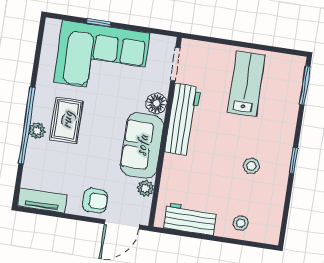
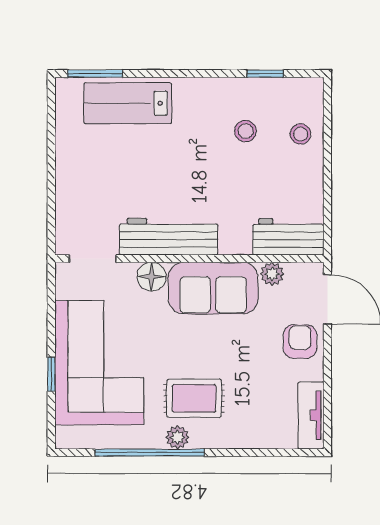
lab bench: (246, 84) -> (128, 103), moved
window: (27, 126) -> (150, 453), moved
plant: (37, 131) -> (178, 437), moved
window: (294, 160) -> (265, 74), moved
stool: (251, 166) -> (246, 131), moved
workbench: (190, 219) -> (288, 237), moved, turned 90

